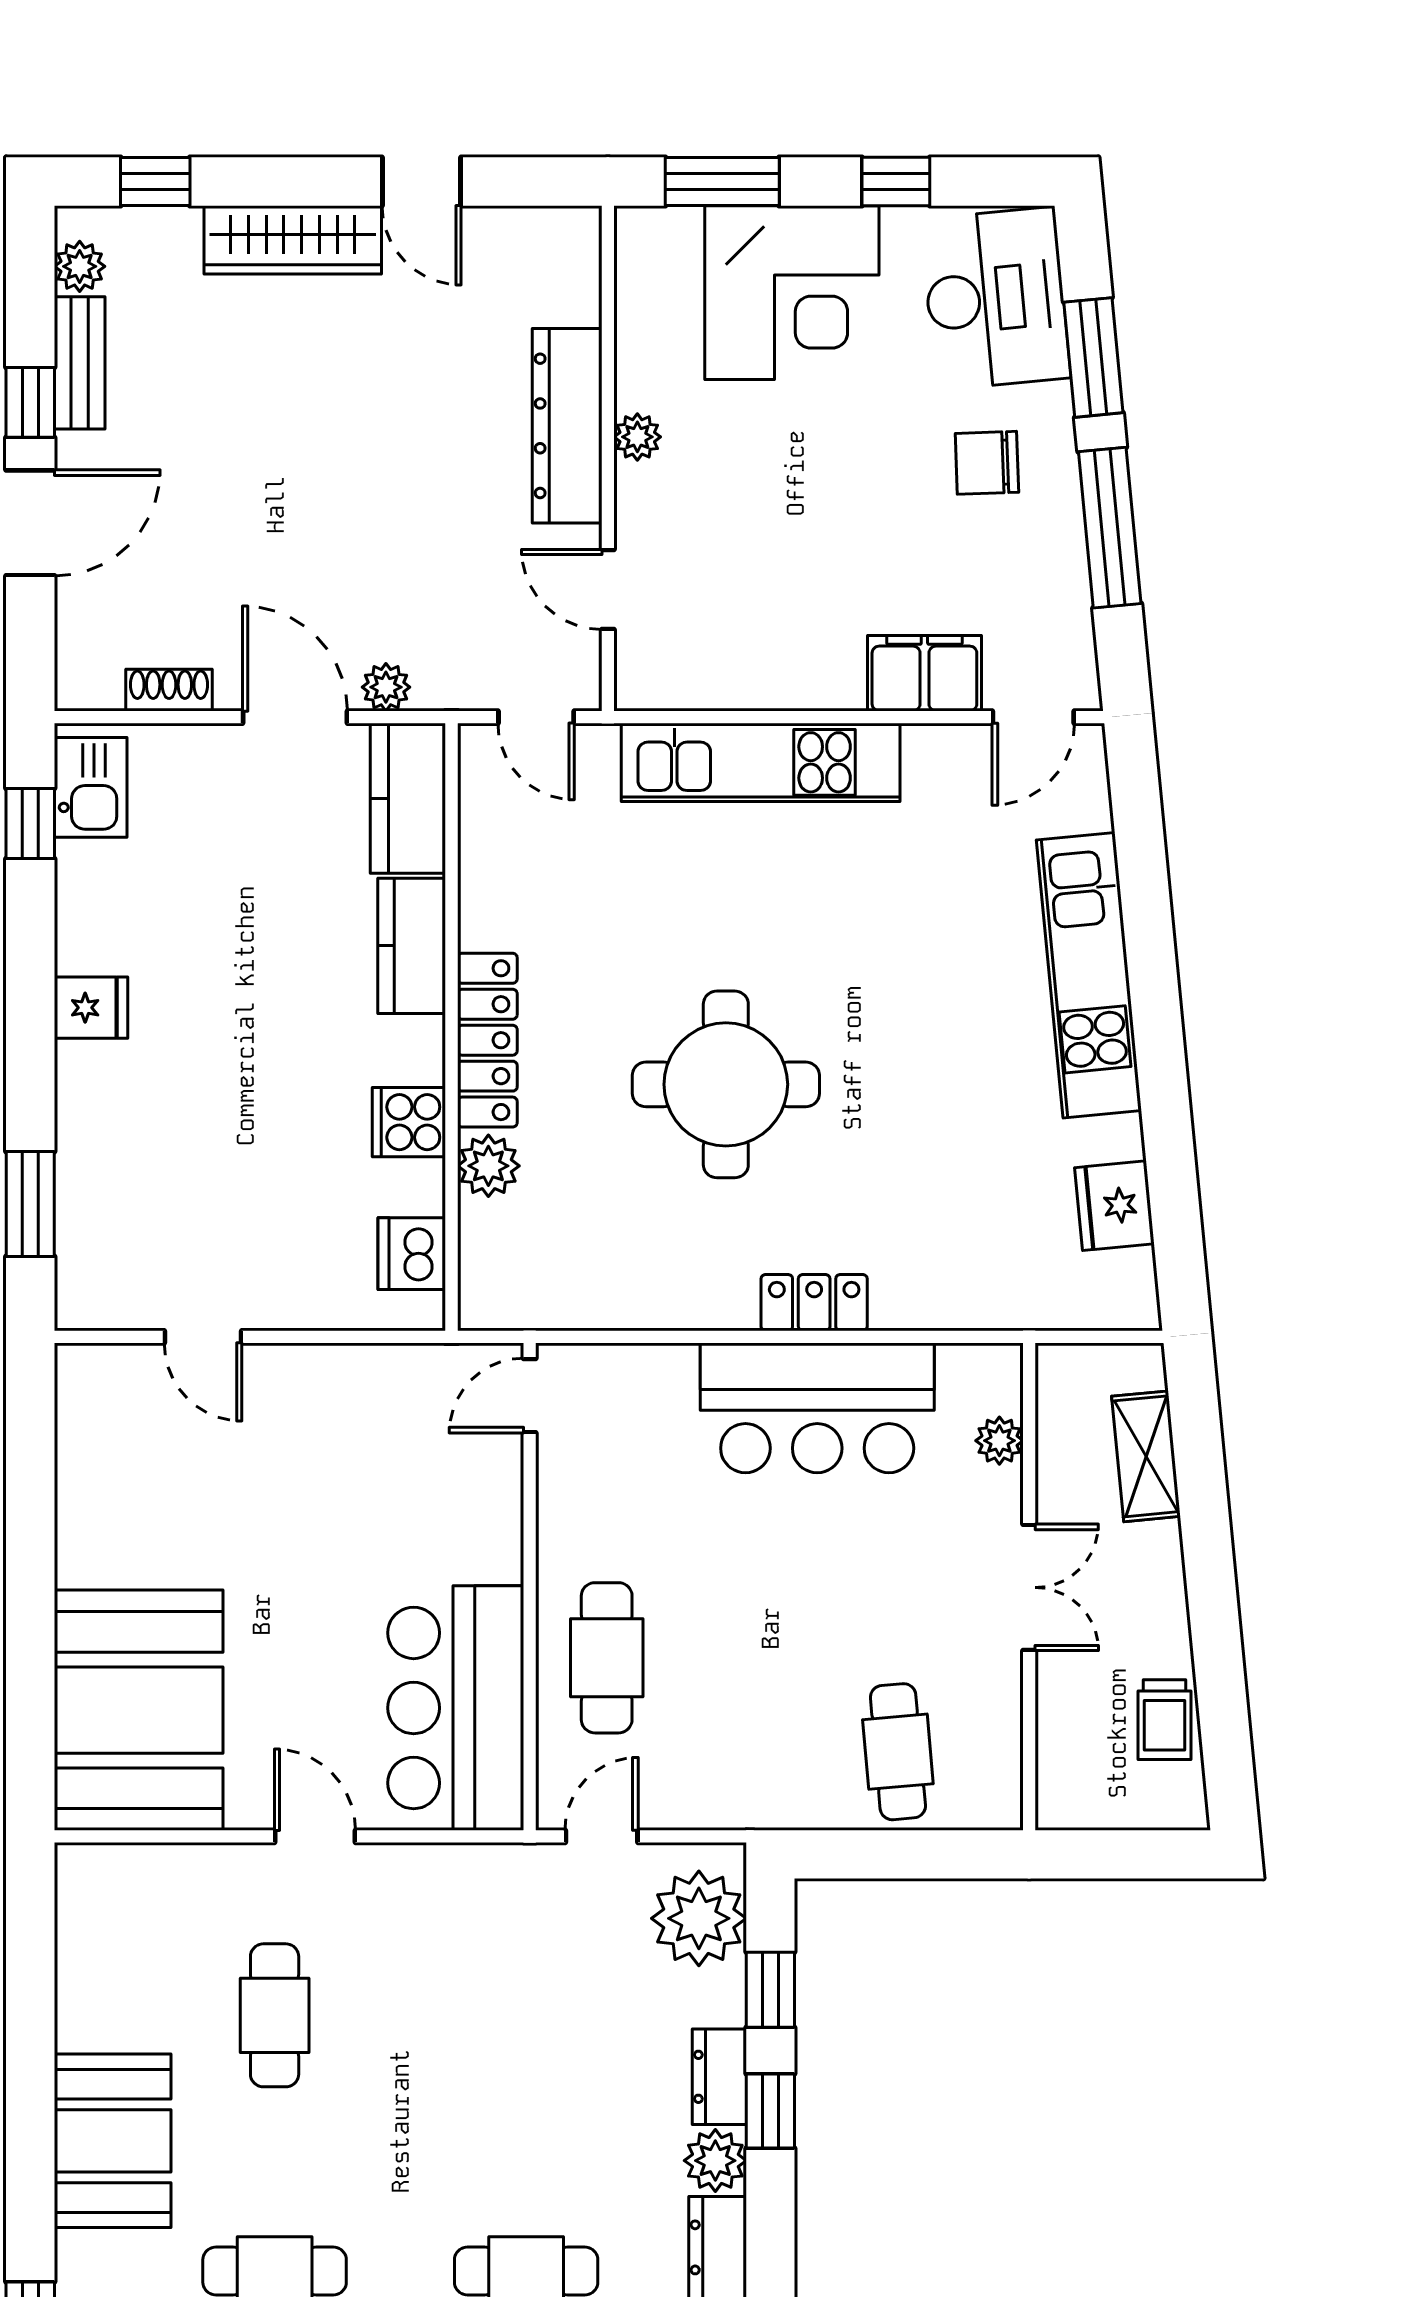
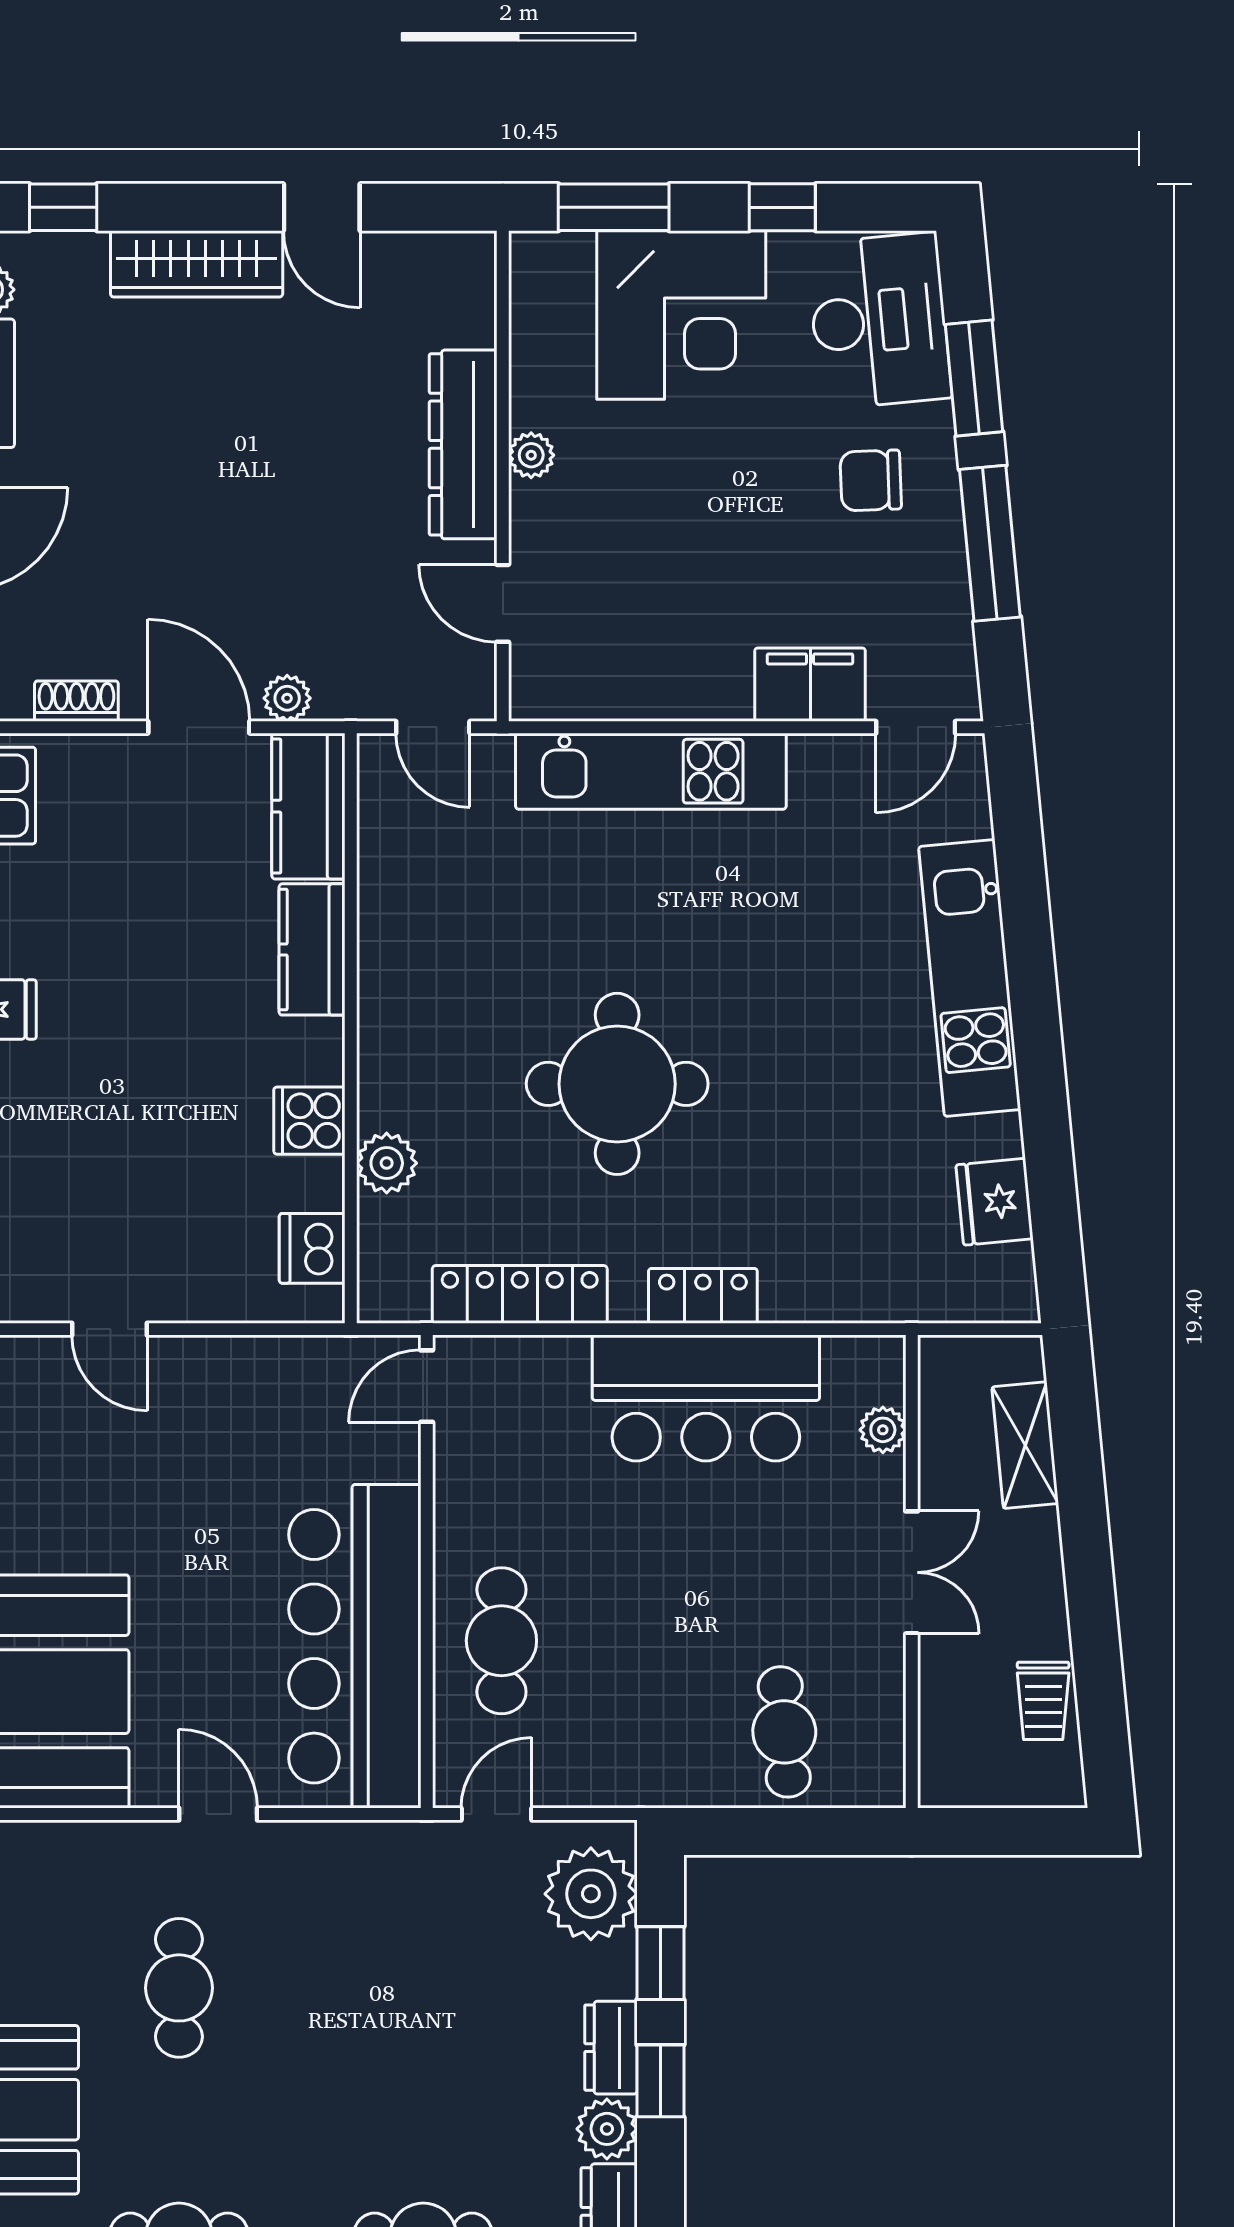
locker: (487, 1040) -> (520, 1294), moved, turned -90
bar counter: (456, 1708) -> (355, 1646), width x1.36

